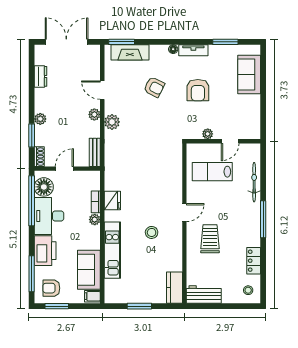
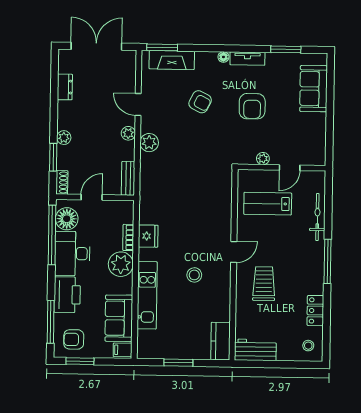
plant: (95, 220) -> (121, 264), width x1.88, depth x1.88

